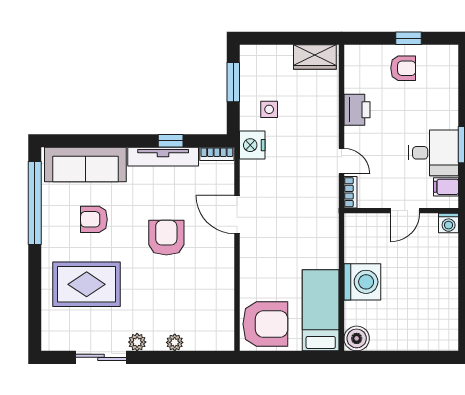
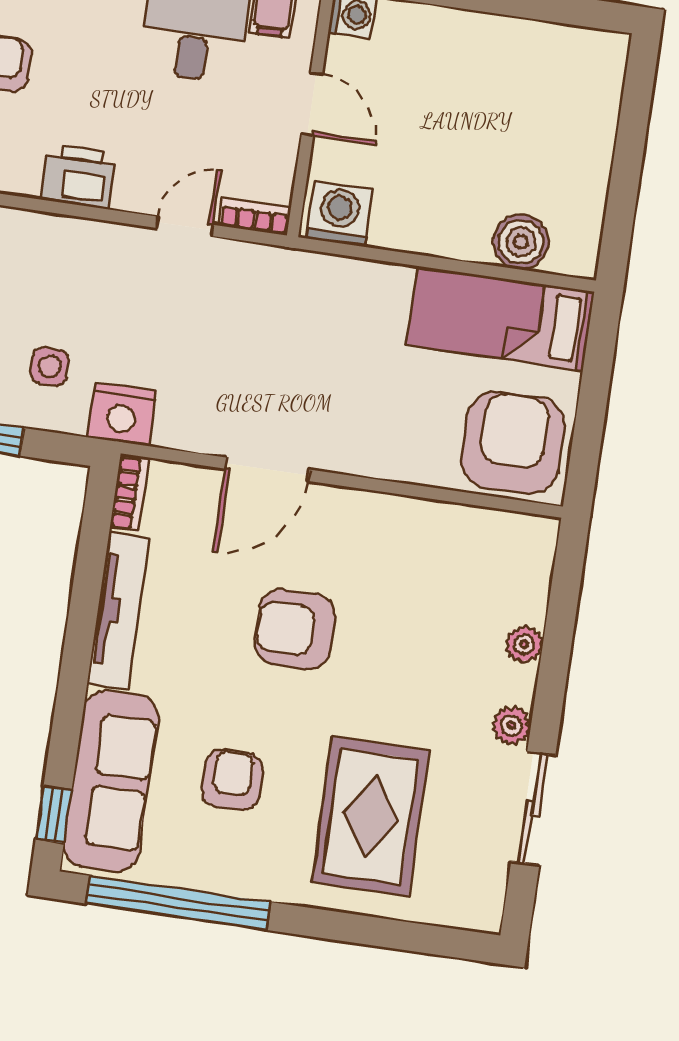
window: (171, 141) -> (54, 815), moved
armchair: (94, 219) -> (232, 780), turned 180
washing machine: (362, 282) -> (339, 214), moved, width x0.73, depth x0.73
boiler: (357, 338) -> (521, 242), moved

